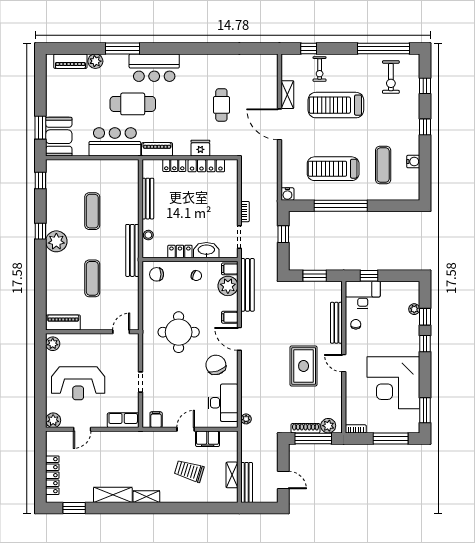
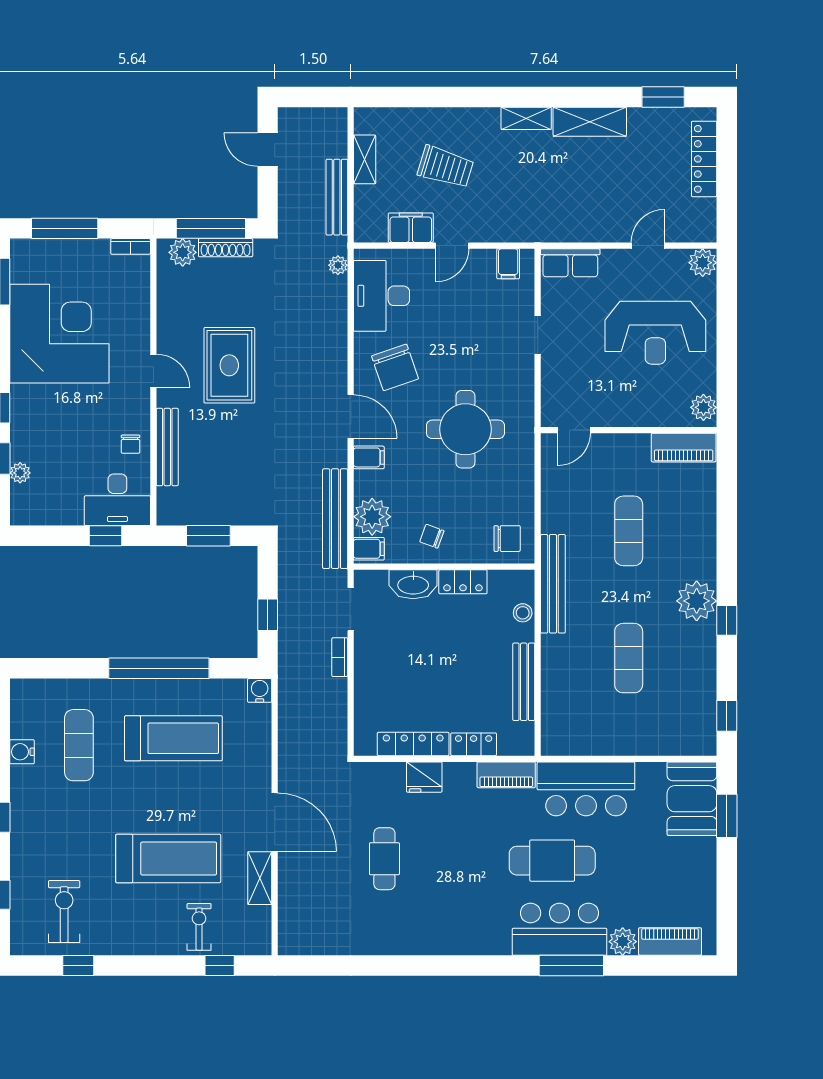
window: (383, 48) -> (78, 966), width x0.32
bar counter: (154, 68) -> (560, 929), moved
reception desk: (78, 383) -> (655, 333), turned 180
bench: (247, 482) -> (337, 197), moved

